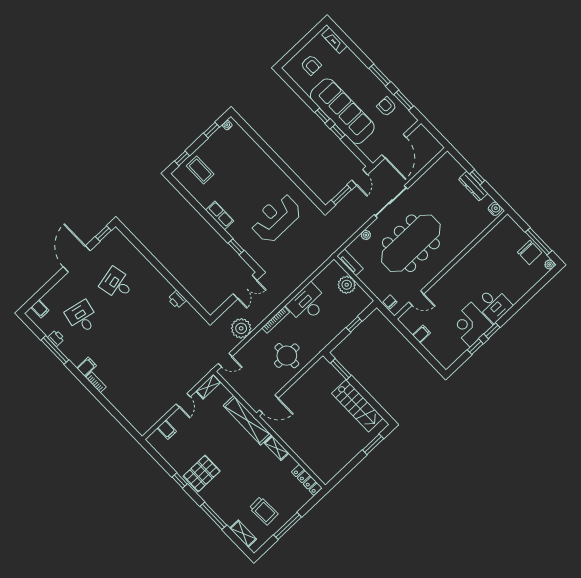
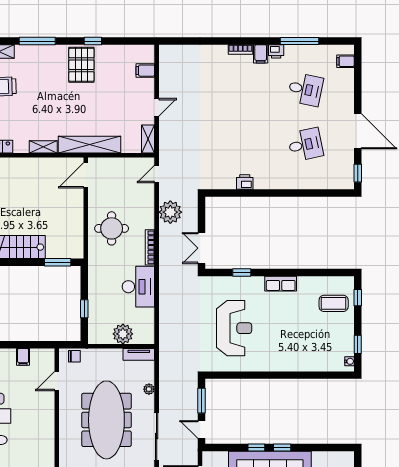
printer: (56, 338) -> (276, 51), moved
door: (183, 400) -> (157, 107), swing flipped

